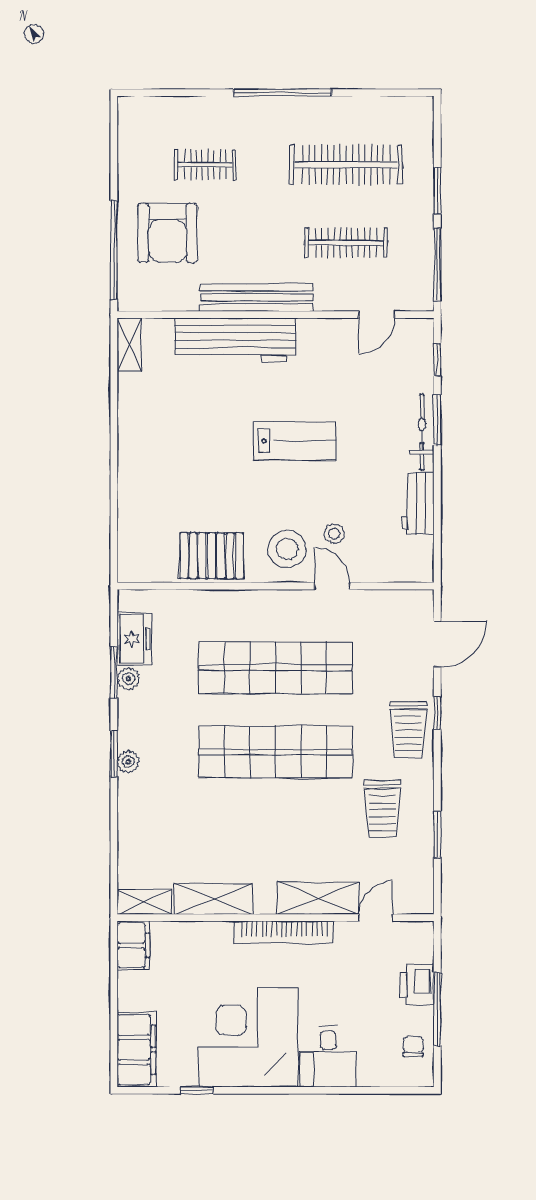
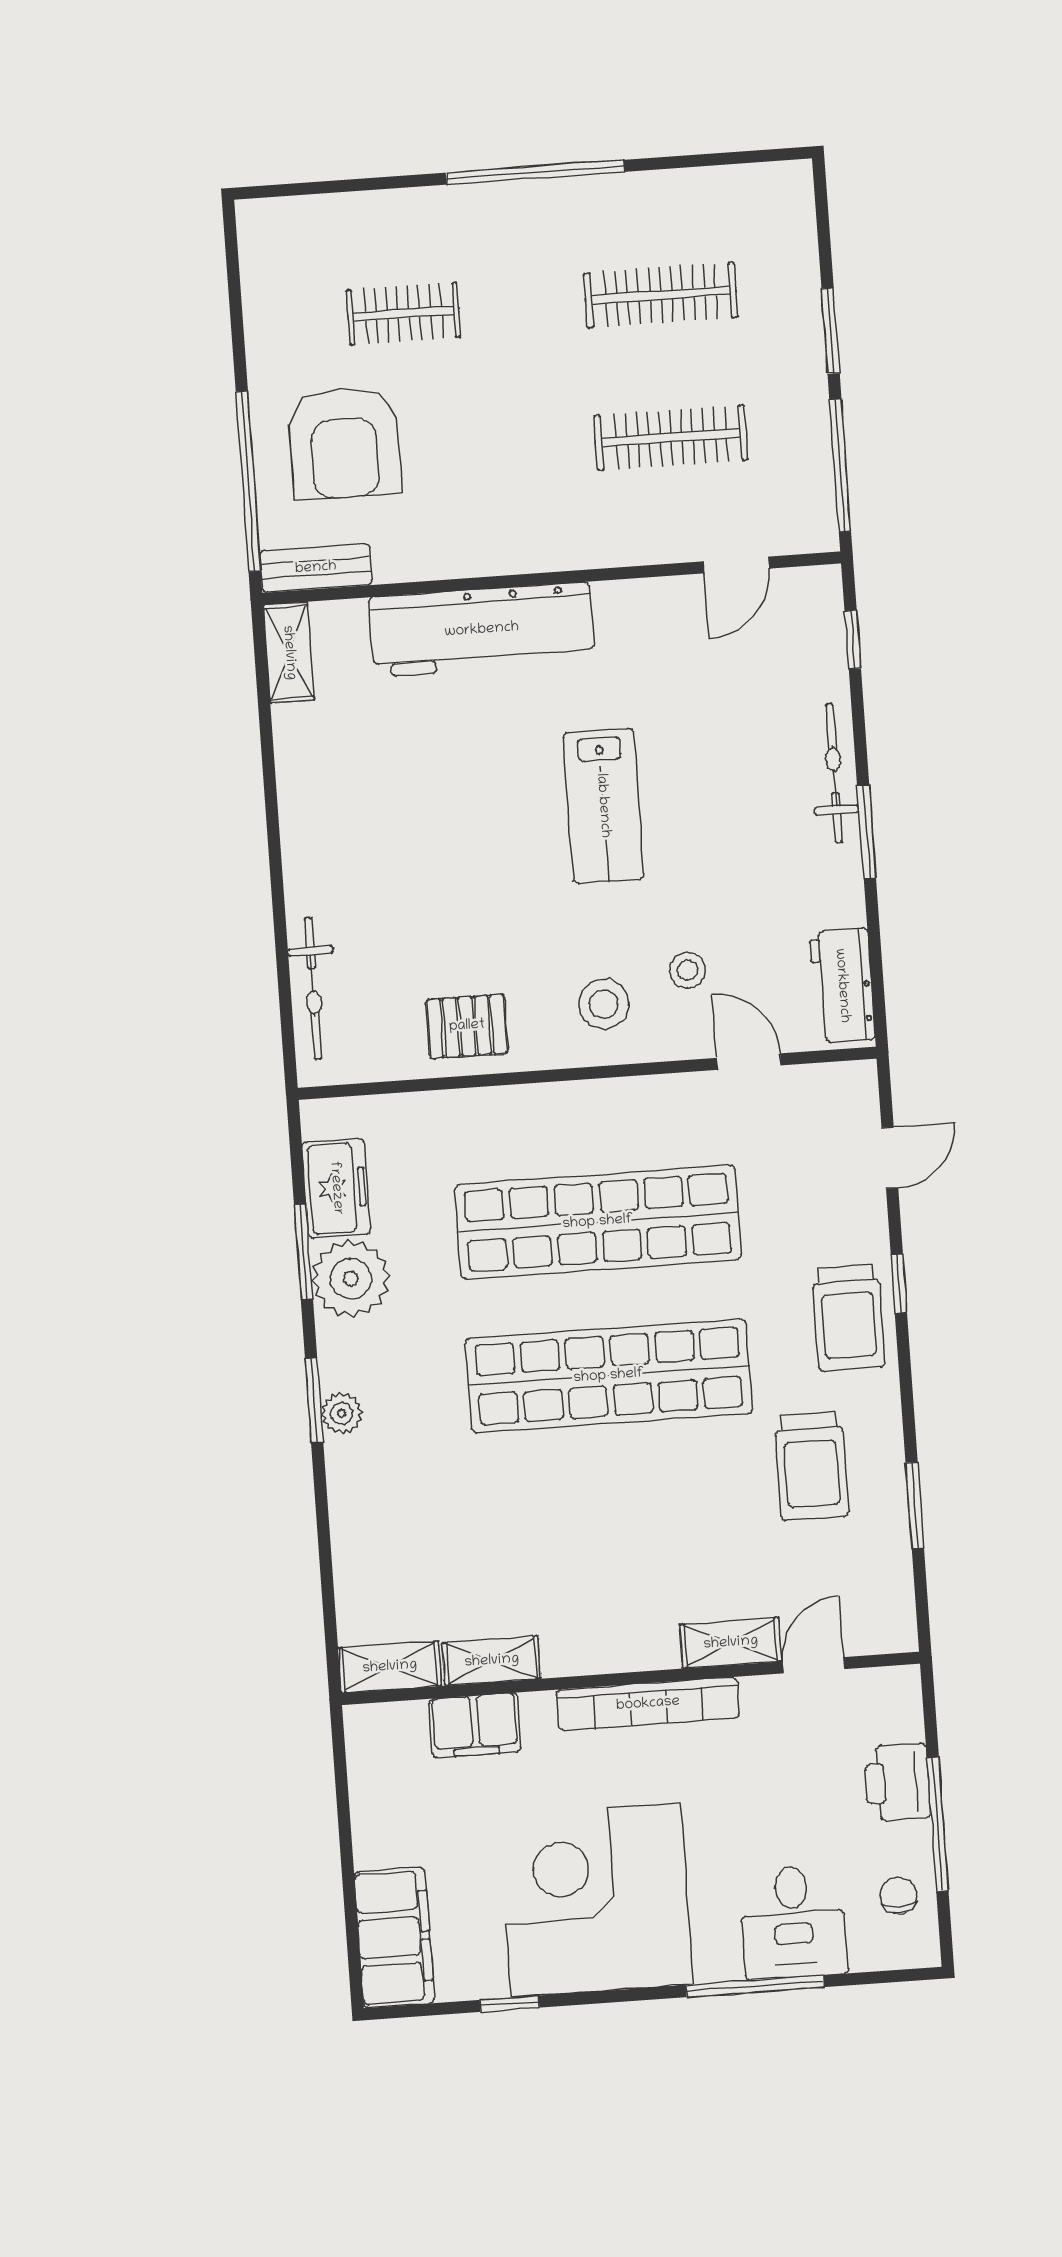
clothes rail: (346, 165) -> (661, 295), width x0.73, depth x0.76
bench: (257, 297) -> (316, 568), moved, width x0.54, depth x0.82
window: (437, 420) -> (866, 832), moved
lab bench: (295, 441) -> (603, 806), turned 90
workbench: (418, 503) -> (842, 986), moved
bicycle: (129, 529) -> (313, 988), added
stool: (287, 549) -> (604, 1004), width x0.73, depth x0.73
pallet: (212, 556) -> (467, 1026), width x0.67, depth x0.71
door: (332, 586) -> (749, 1062), moved
door: (437, 644) -> (890, 1158), width x0.73
plant: (129, 679) -> (351, 1279), width x1.88, depth x1.88
shelving: (318, 898) -> (731, 1643), width x0.67, depth x0.75
shelving: (213, 899) -> (492, 1661), width x0.67, depth x0.75
filing cabinet: (133, 945) -> (475, 1725), moved, turned 90
desk: (328, 1057) -> (793, 1922), moved
window: (331, 1090) -> (755, 1986), added

